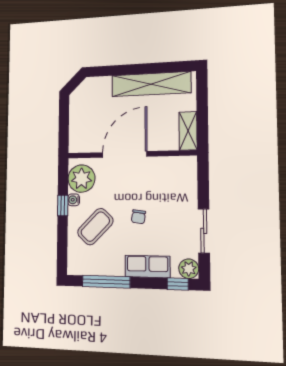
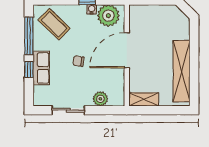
door: (125, 154) -> (127, 50), swing flipped
coffee table: (95, 227) -> (54, 24), moved
plant: (189, 269) -> (100, 99), moved
window: (178, 284) -> (29, 69), moved

